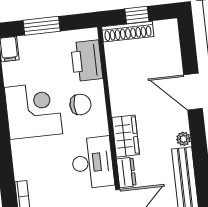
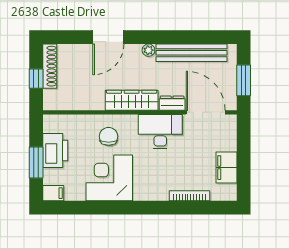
shoe rack: (128, 32) -> (50, 66), moved
printer: (87, 61) -> (55, 150), moved, turned -90
wardrobe: (126, 136) -> (132, 100), width x1.50

